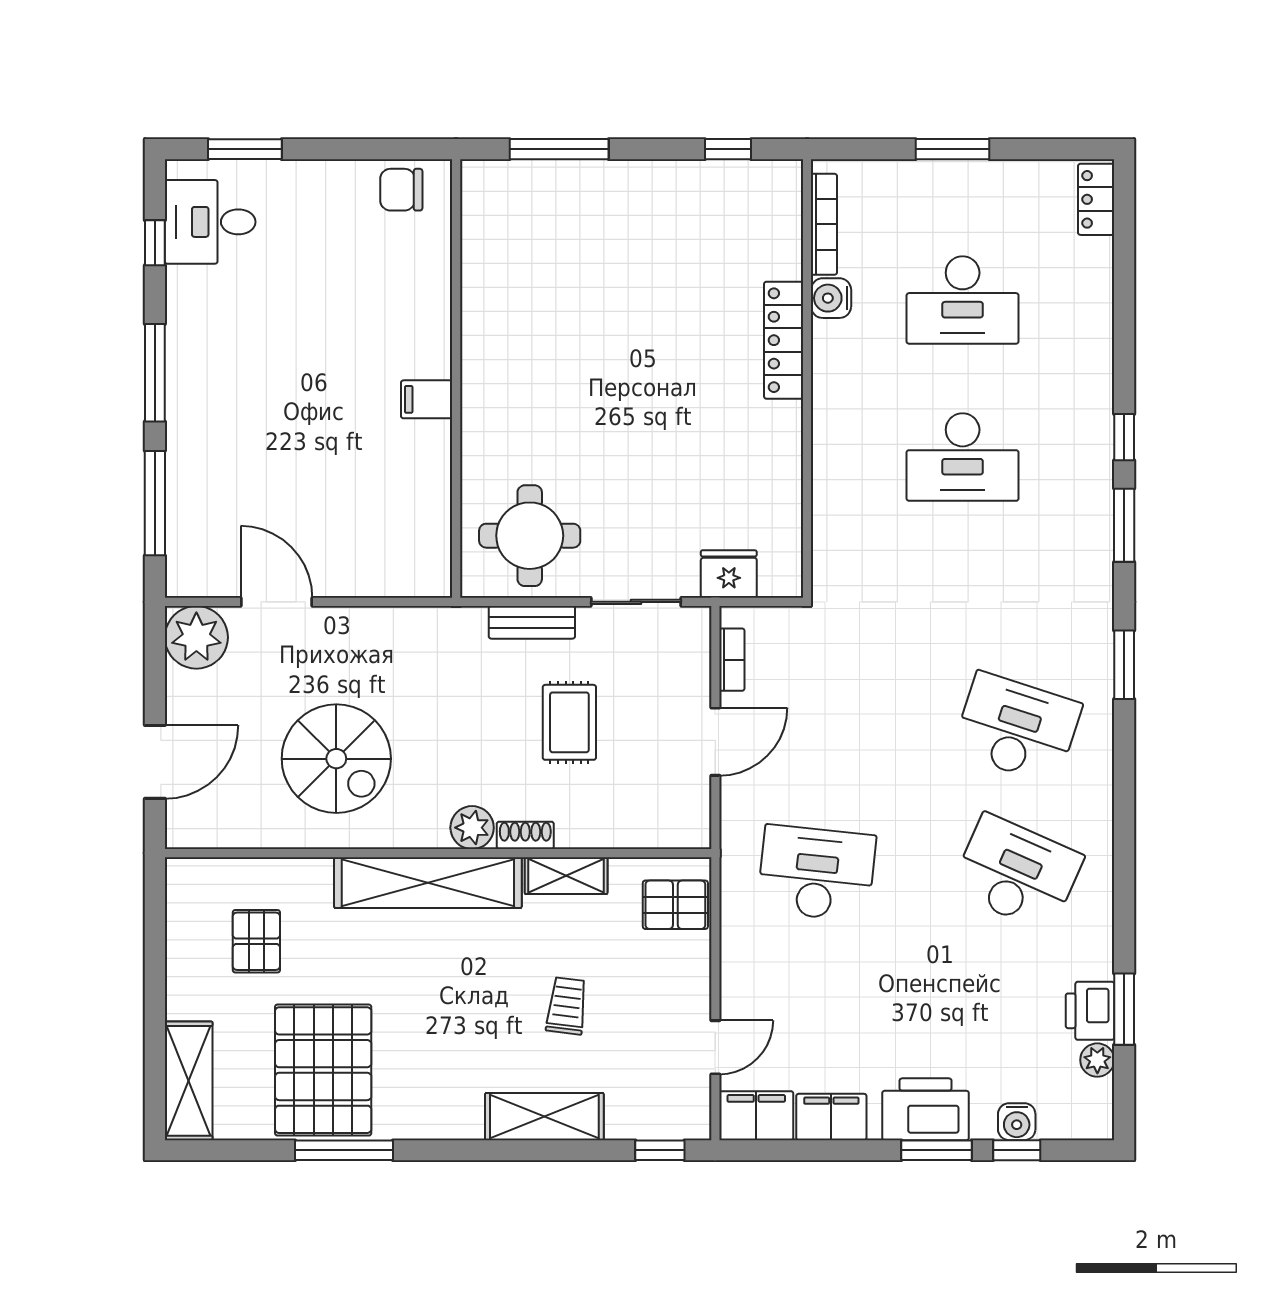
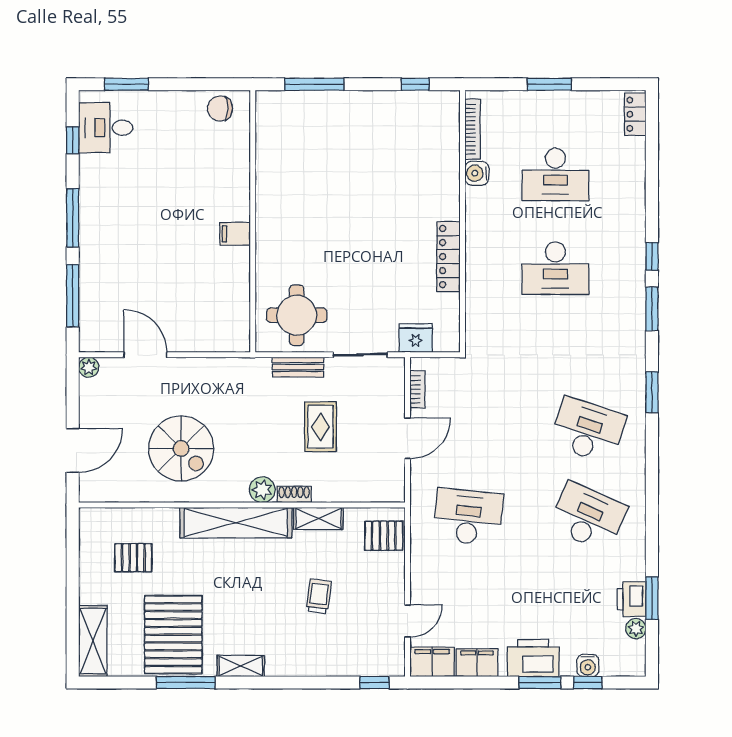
locker: (784, 340) -> (448, 257), moved
plant: (196, 637) -> (89, 367), width x0.53, depth x0.53
pallet: (256, 941) -> (133, 558), turned 90
shelving: (544, 1117) -> (241, 666), moved, width x0.67, depth x0.75

